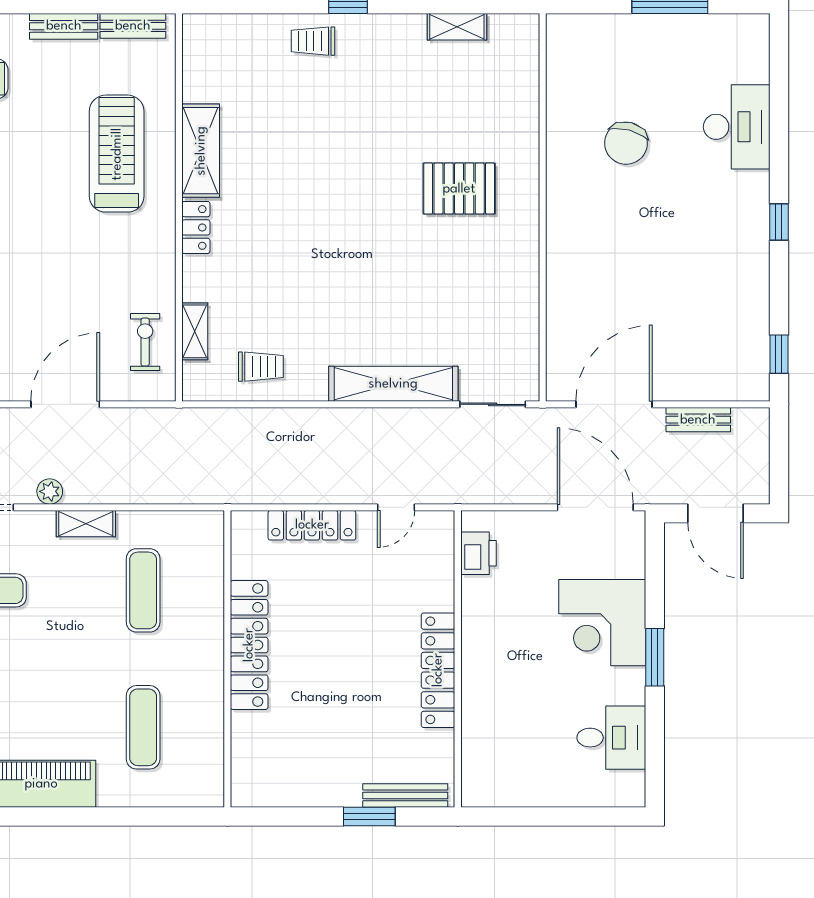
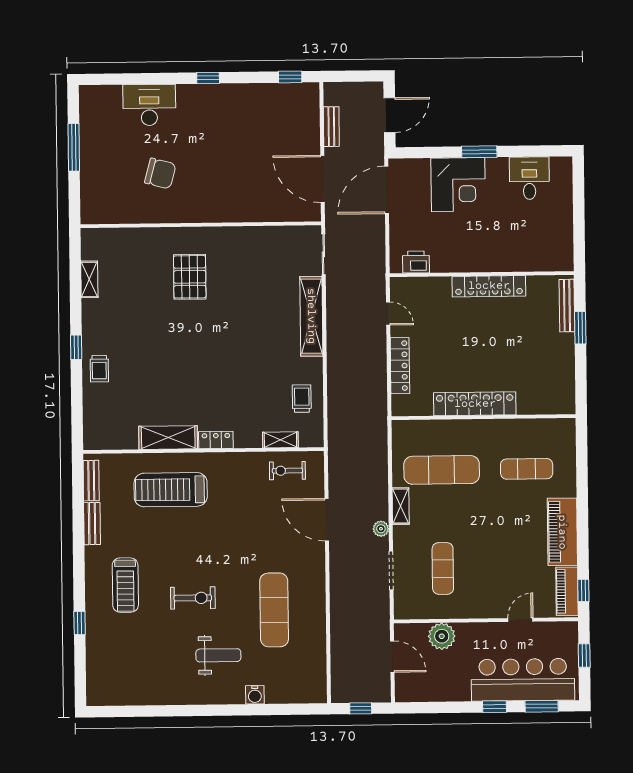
exercise mat: (143, 590) -> (442, 470), width x1.36, depth x1.45

